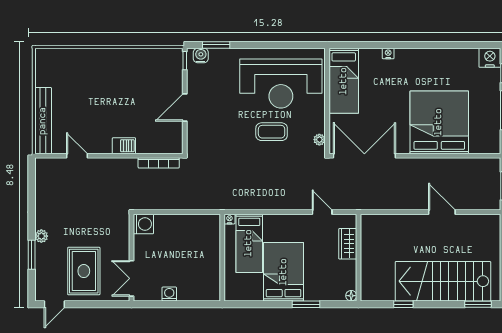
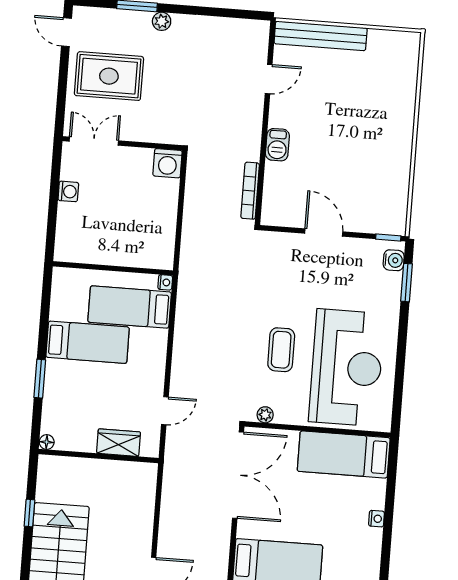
reception desk: (281, 84) -> (347, 368), turned 180
bed: (284, 272) -> (88, 342), width x0.67

